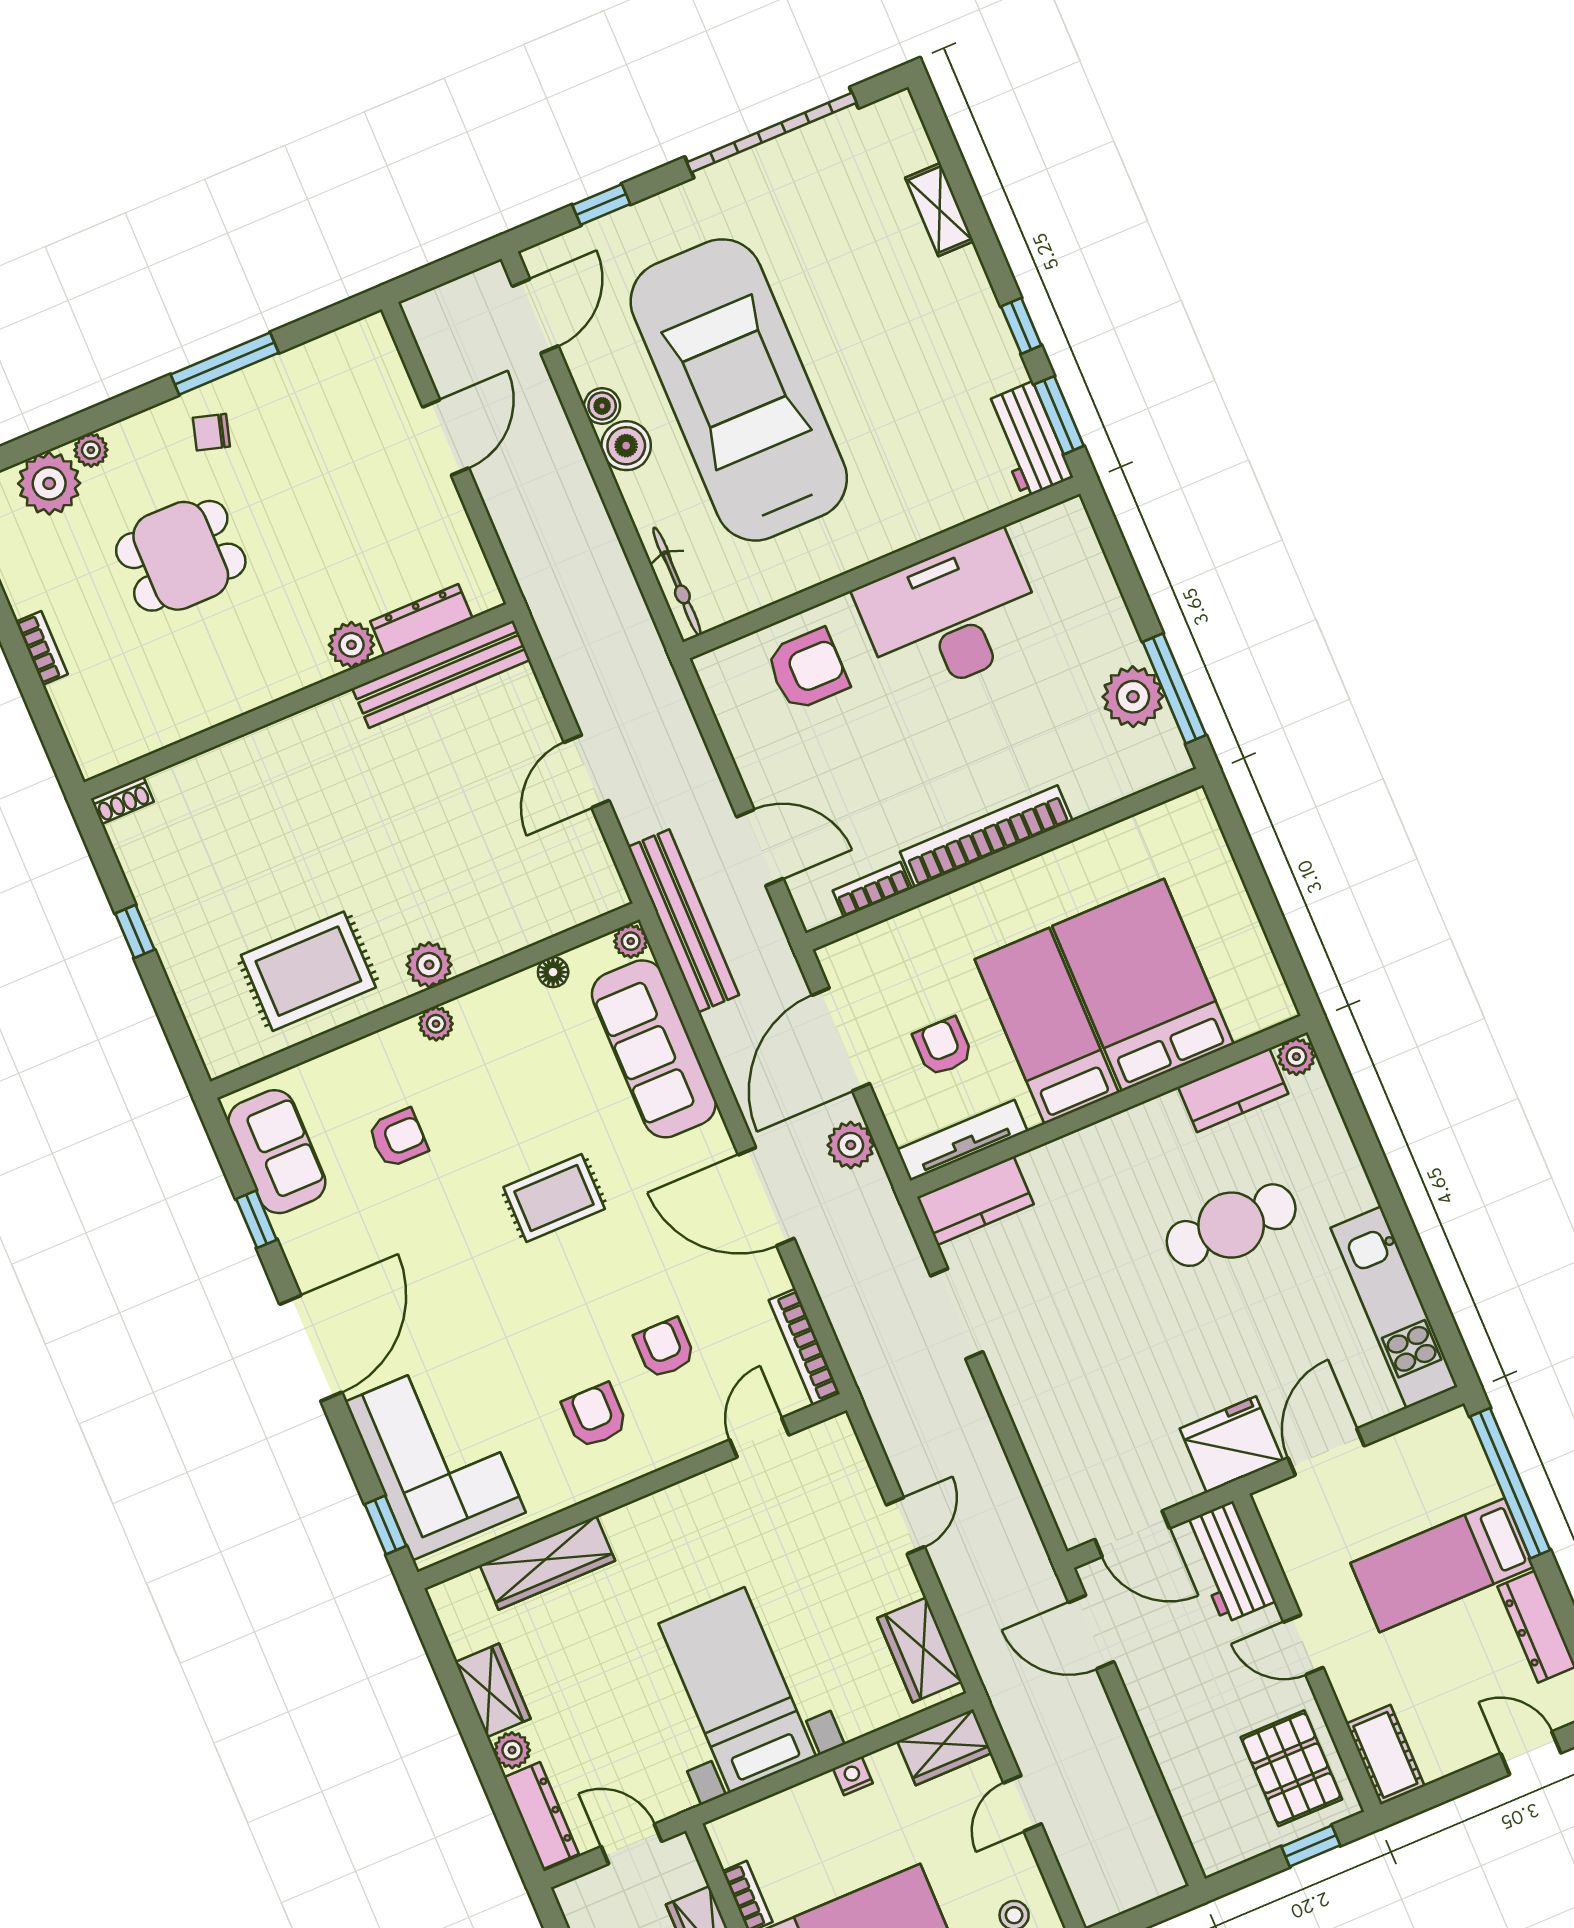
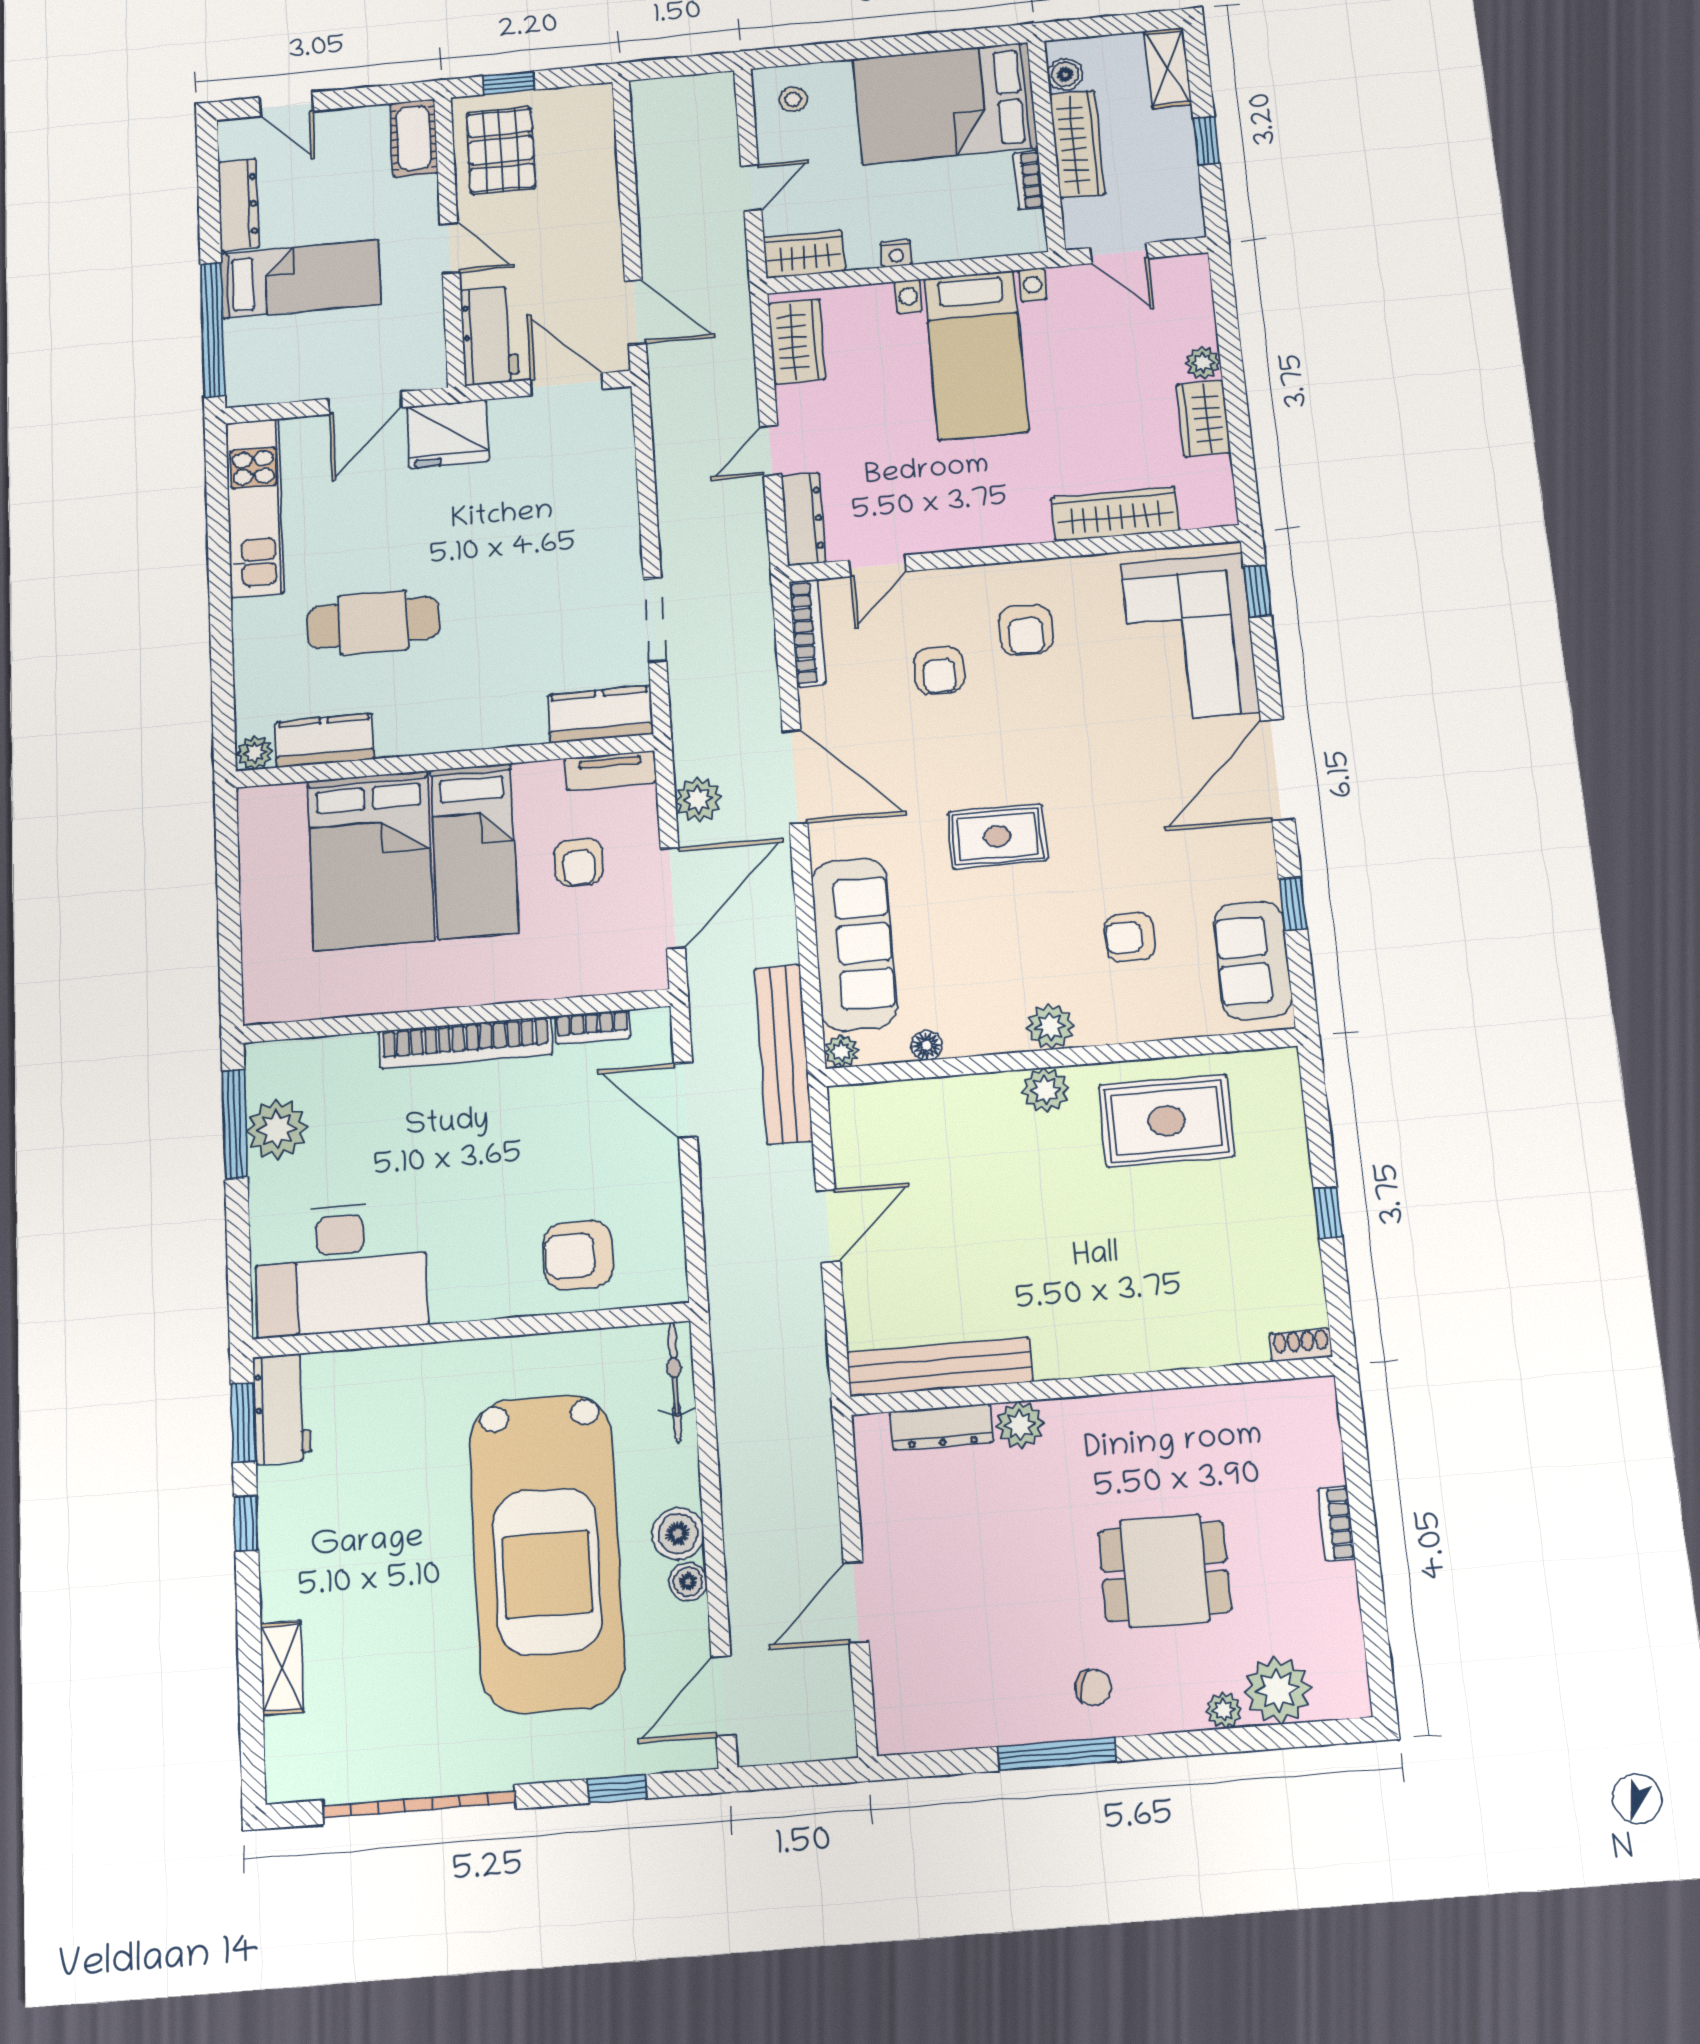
desk: (951, 616) -> (341, 1269), moved
plant: (436, 1024) -> (1050, 1027), width x1.38, depth x1.38
tv unit: (963, 1140) -> (610, 770), width x0.71
dresser: (541, 1816) -> (803, 519), moved, turned 180

